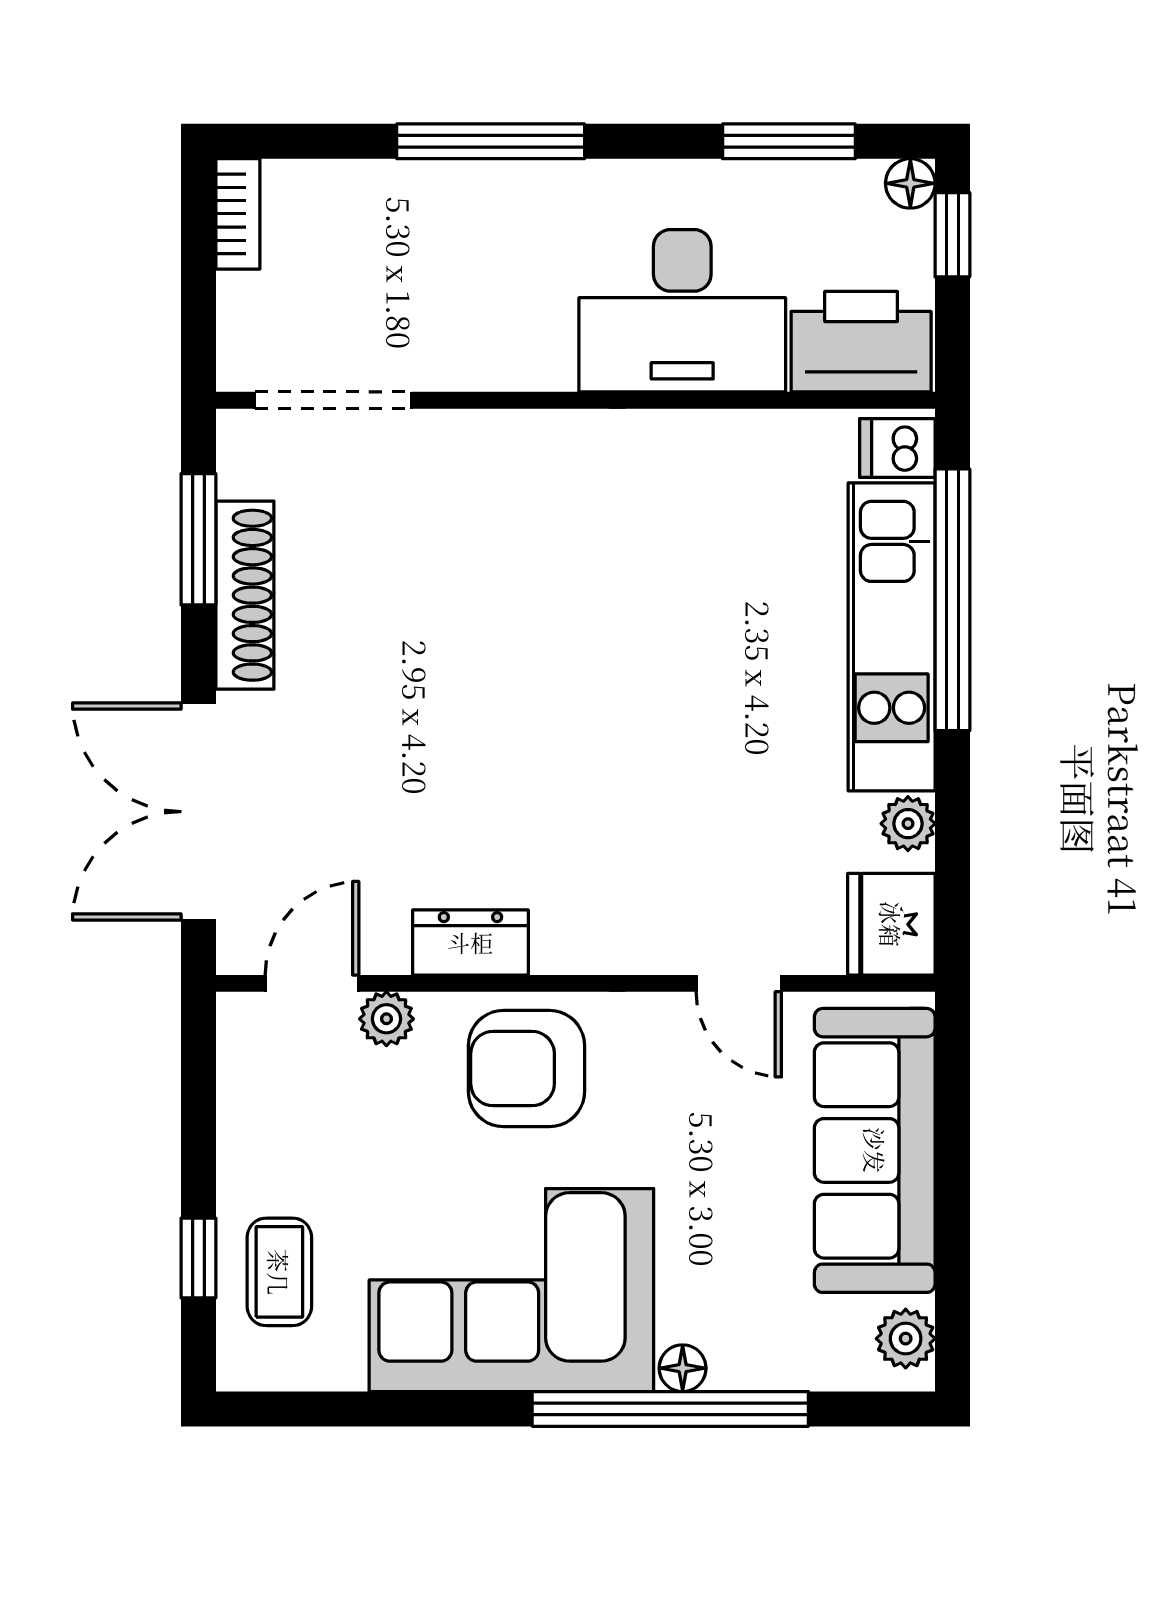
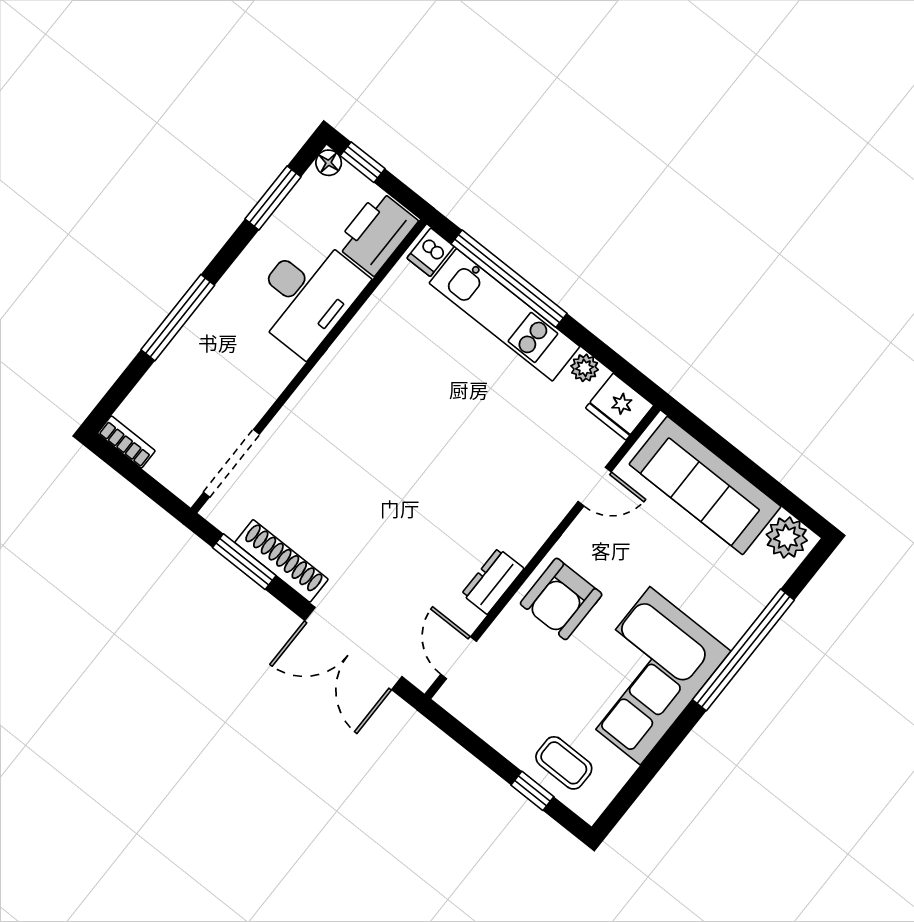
plant: (386, 1019) -> (496, 639), removed
plant: (906, 1339) -> (787, 537), width x1.38, depth x1.38
floor lamp: (683, 1368) -> (731, 632), removed

